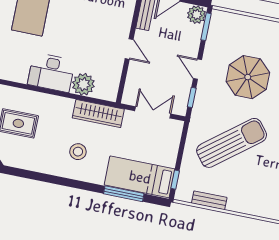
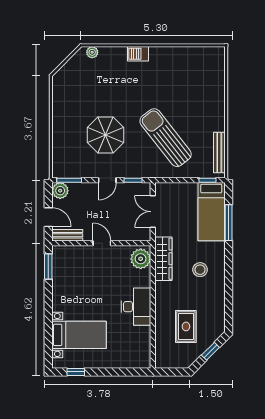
door: (129, 49) -> (102, 243), hinge flipped
plant: (83, 84) -> (141, 259), moved
bench: (209, 200) -> (219, 152), width x1.36

